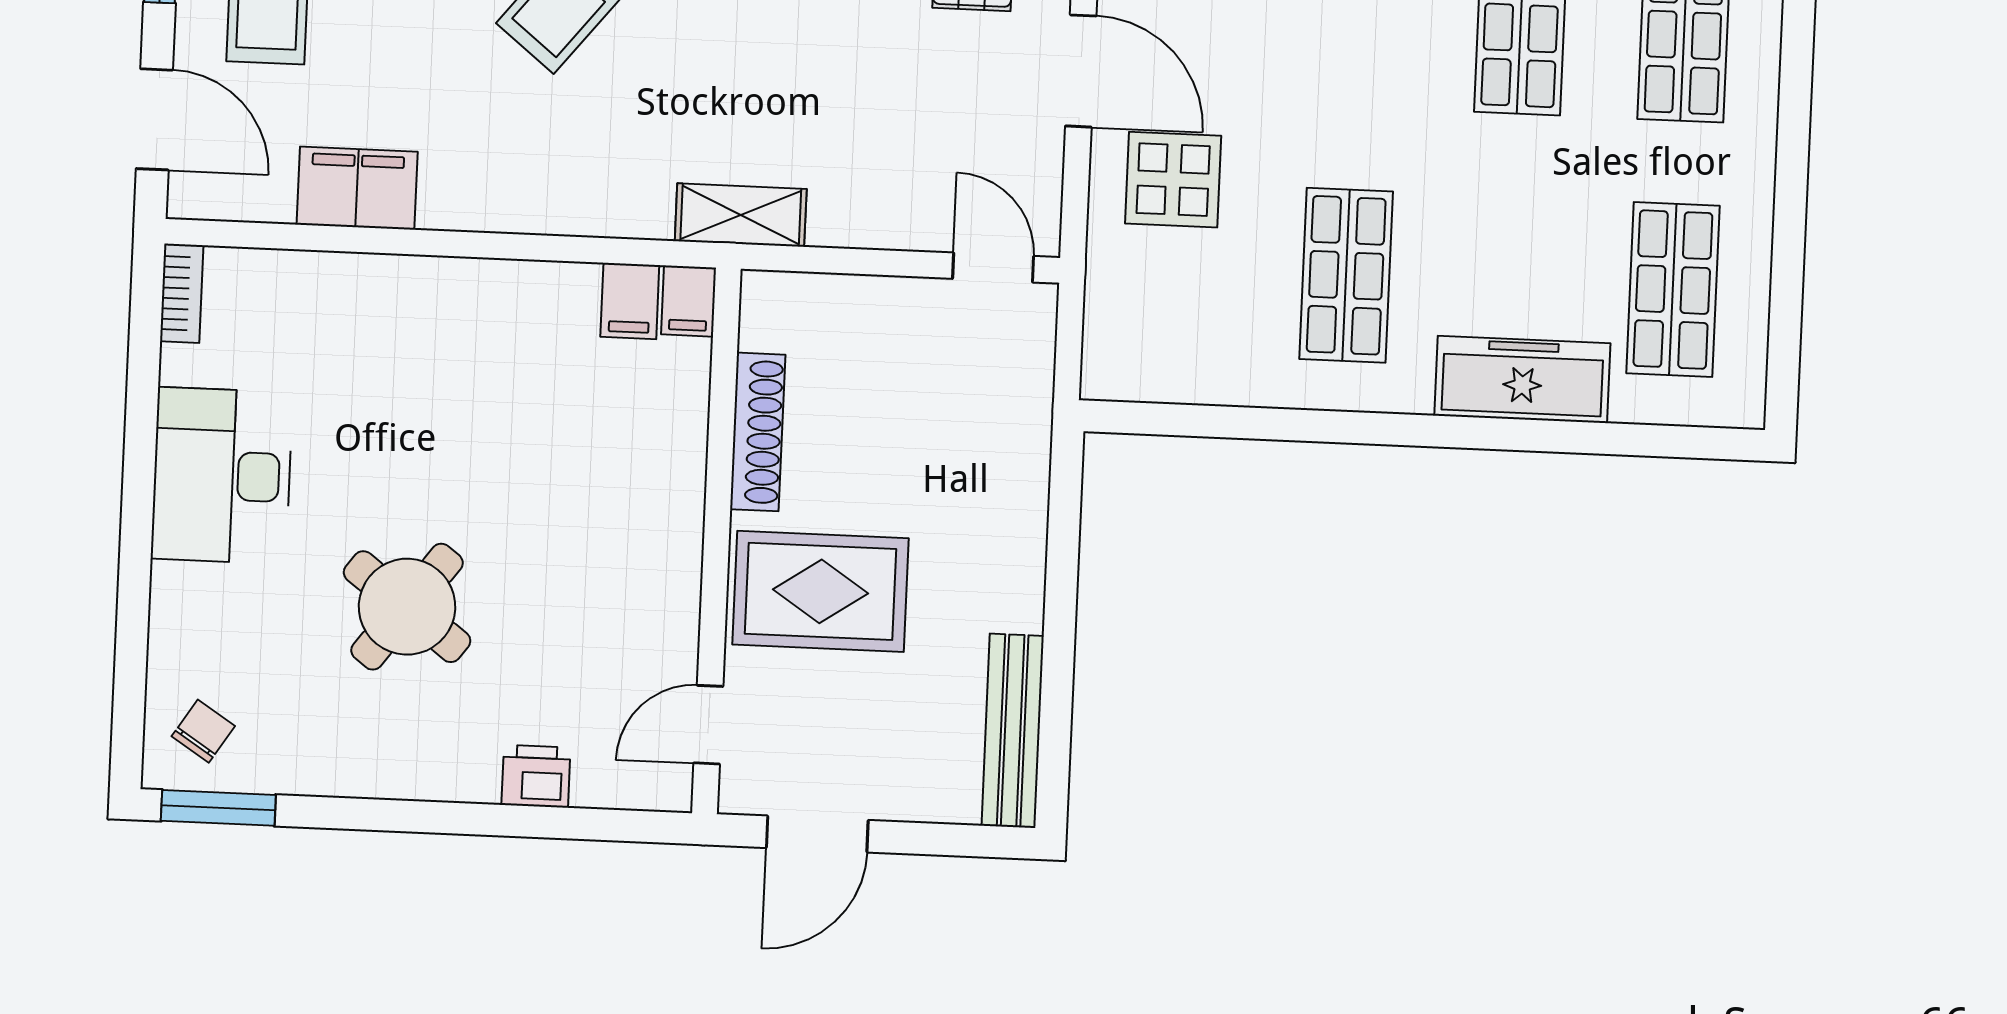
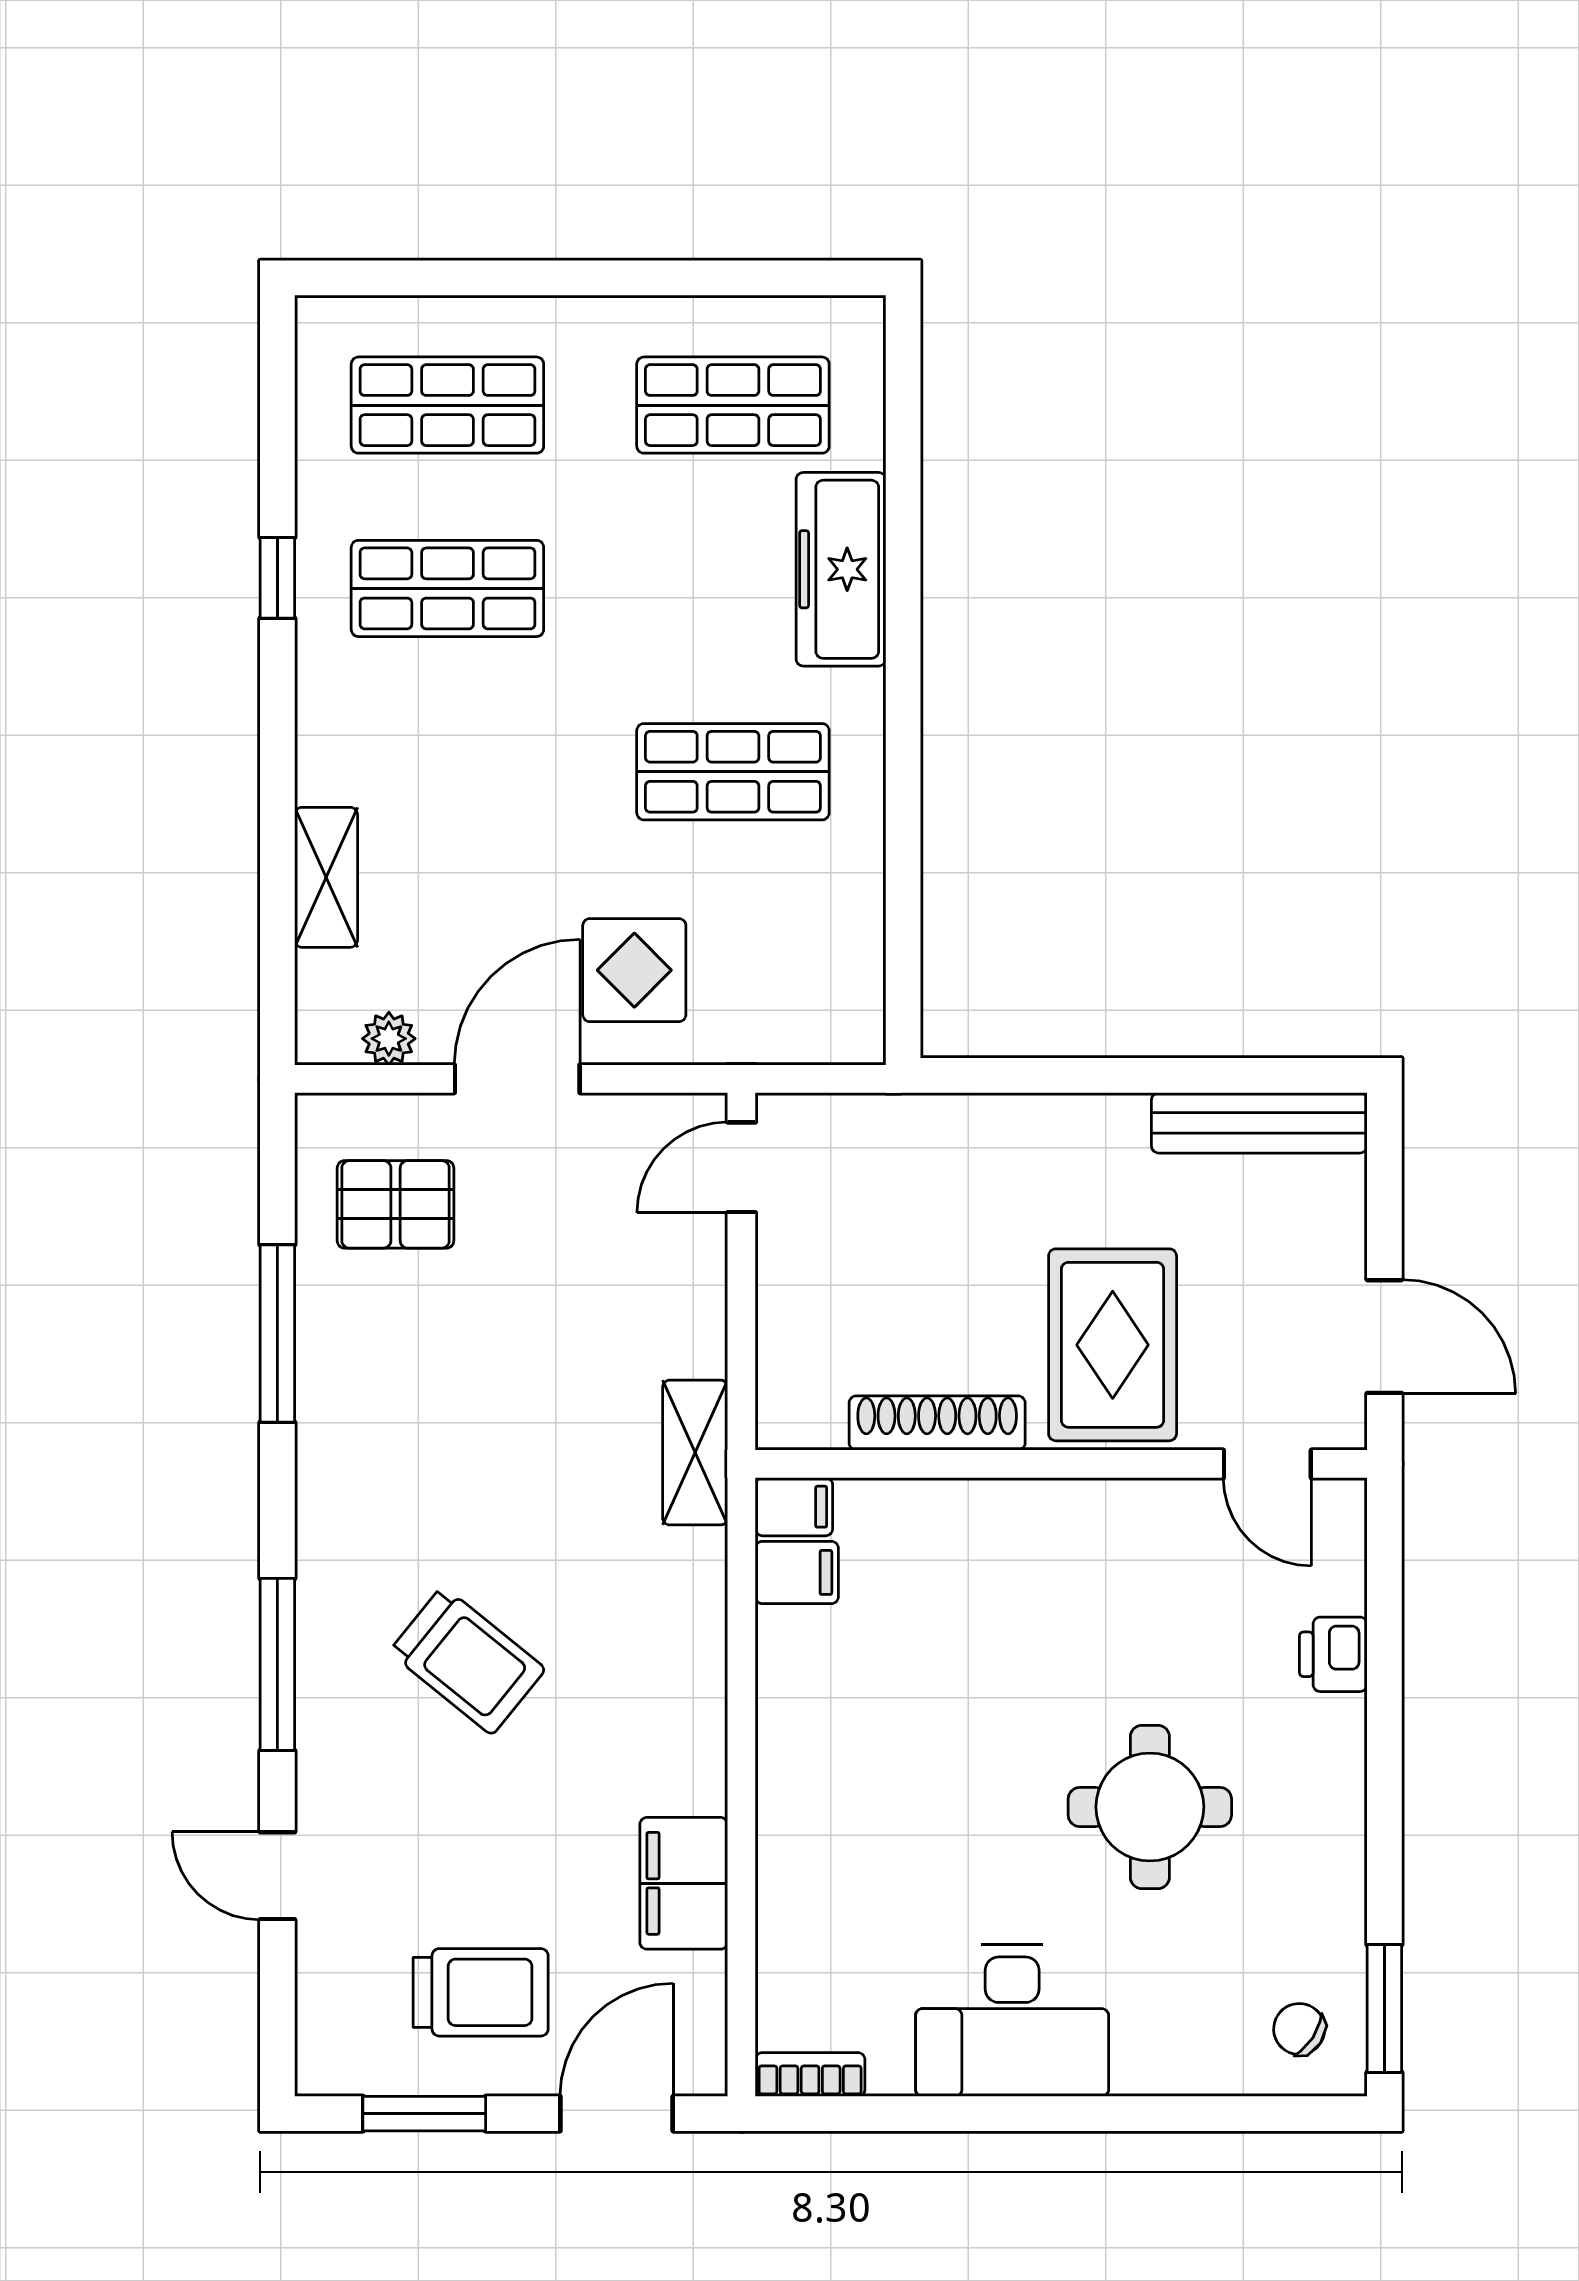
round table: (407, 607) -> (1150, 1807), turned -37

